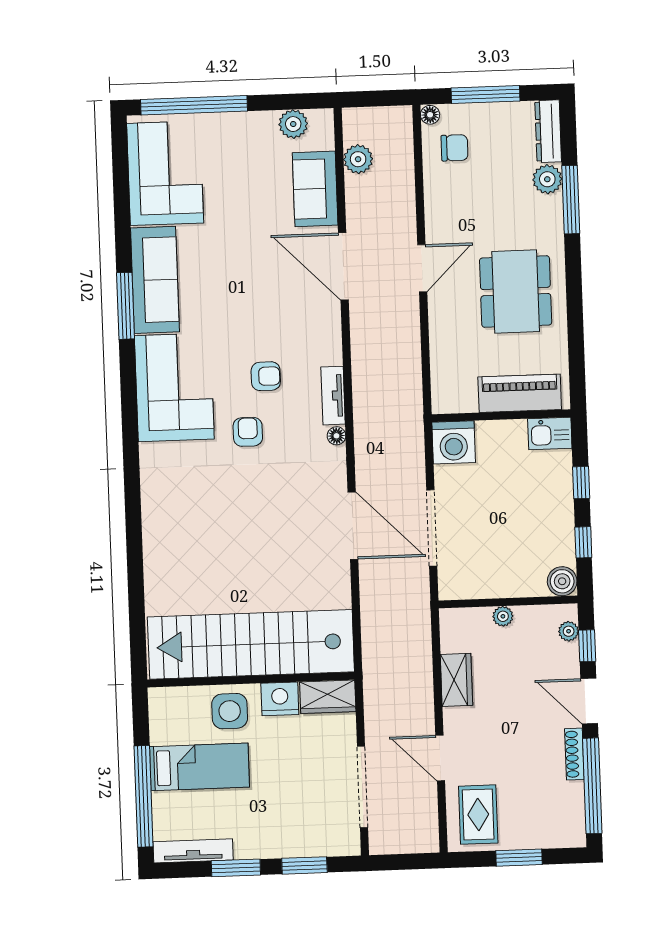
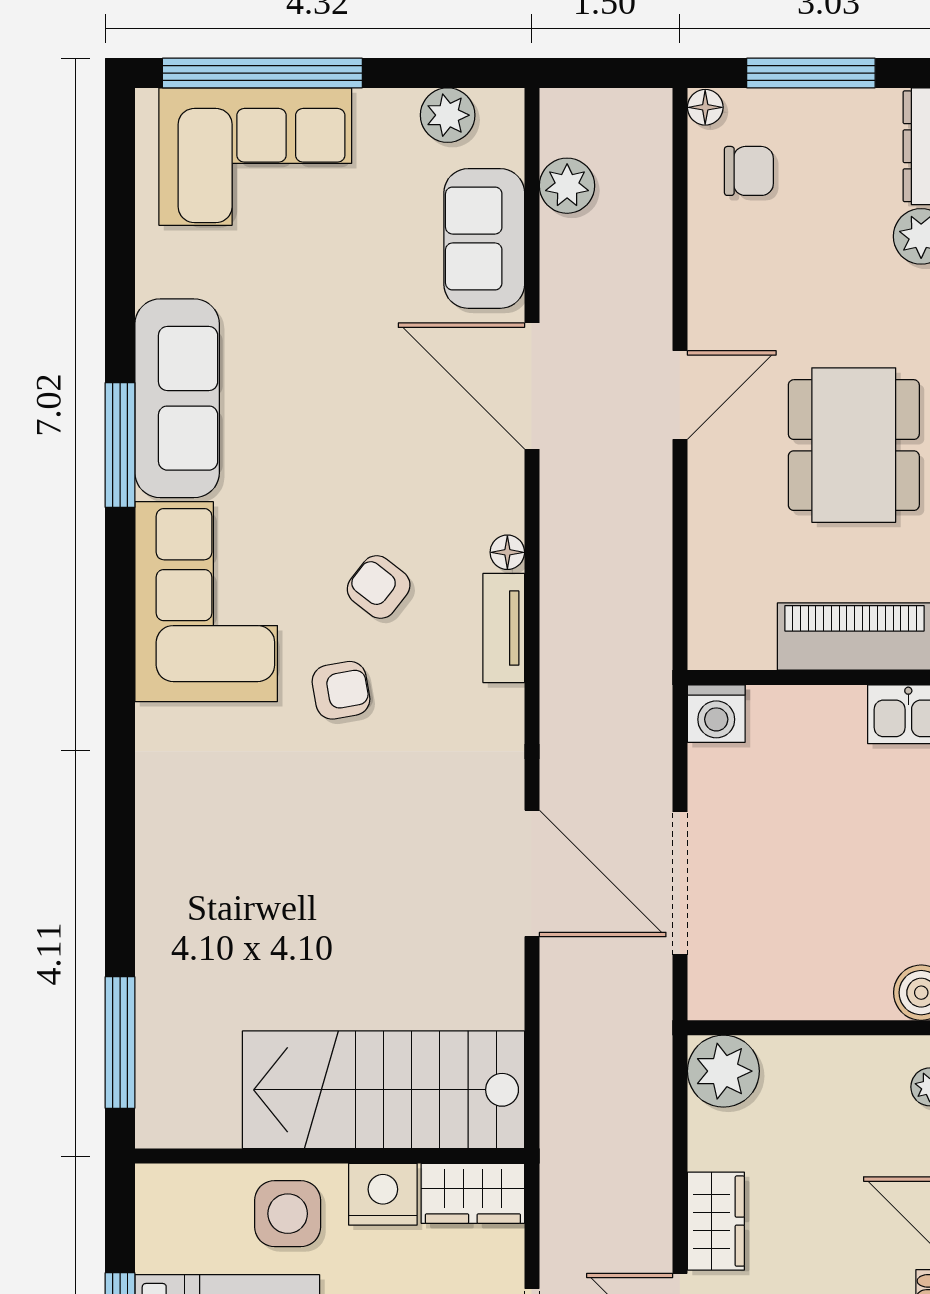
corner sofa: (165, 173) -> (255, 157), moved, turned 90
armchair: (266, 376) -> (379, 587), turned -142
armchair: (248, 432) -> (341, 690), turned 80
floor lamp: (336, 436) -> (507, 552), moved
washing machine: (454, 442) -> (716, 714), width x0.73, depth x0.73
plant: (503, 616) -> (723, 1071), moved, width x1.87, depth x1.87
window: (137, 623) -> (120, 1043), added
stairs: (251, 644) -> (383, 1090), width x0.73
wardrobe: (456, 680) -> (716, 1221), moved

